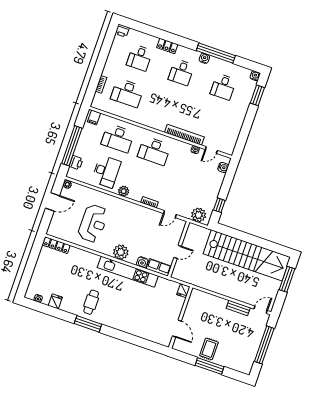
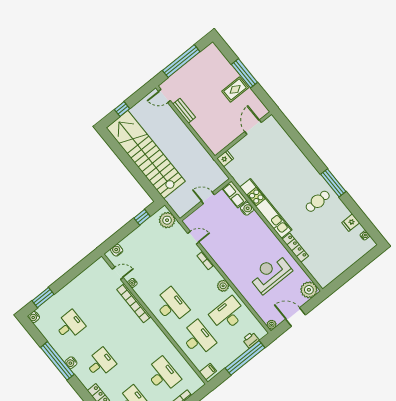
locker: (56, 245) -> (295, 248), moved
plant: (121, 252) -> (309, 290), moved
window: (287, 279) -> (122, 109), width x0.46

